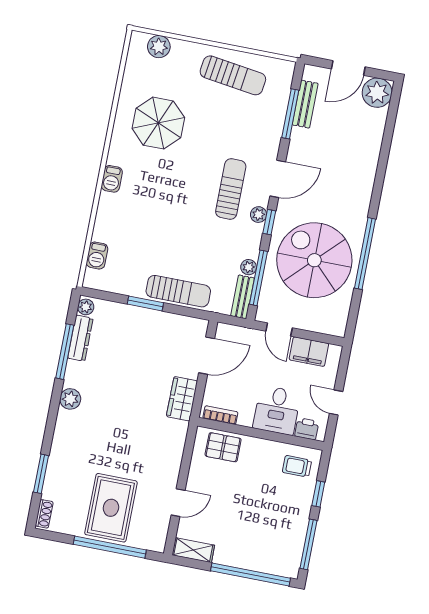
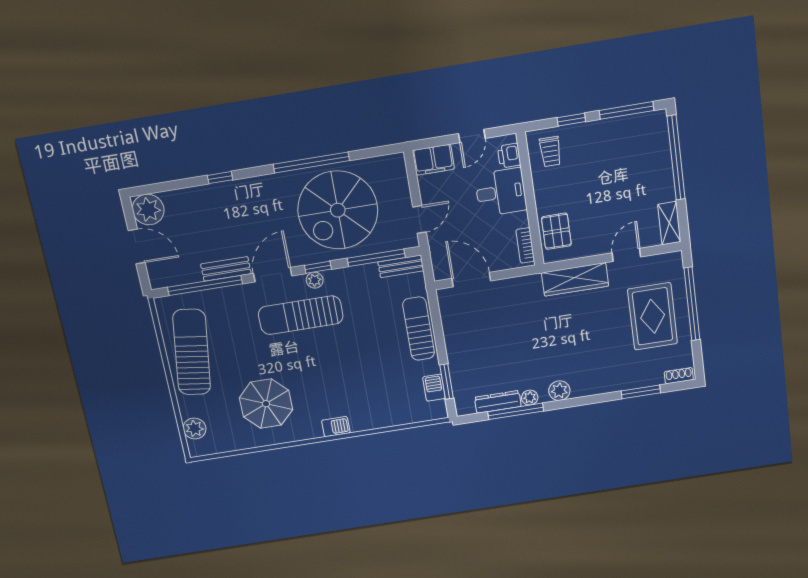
sun lounger: (233, 75) -> (192, 352), width x1.36, depth x1.34
bench: (305, 104) -> (226, 269), moved
window: (290, 114) -> (205, 285), width x1.46
window: (382, 168) -> (220, 178), added
door: (278, 179) -> (273, 275), hinge flipped
sun lounger: (231, 189) -> (301, 315), width x1.36, depth x1.34
barbecue: (97, 256) -> (434, 388), moved, turned -90
plant: (249, 267) -> (370, 271), removed
window: (145, 303) -> (447, 382), moved
plant: (86, 307) -> (530, 398), moved
filing cabinet: (309, 352) -> (433, 160), moved, turned 90
wardrobe: (182, 399) -> (575, 279), moved, width x1.50
door: (178, 503) -> (626, 255), hinge flipped
rug: (111, 508) -> (653, 316), turned 90

